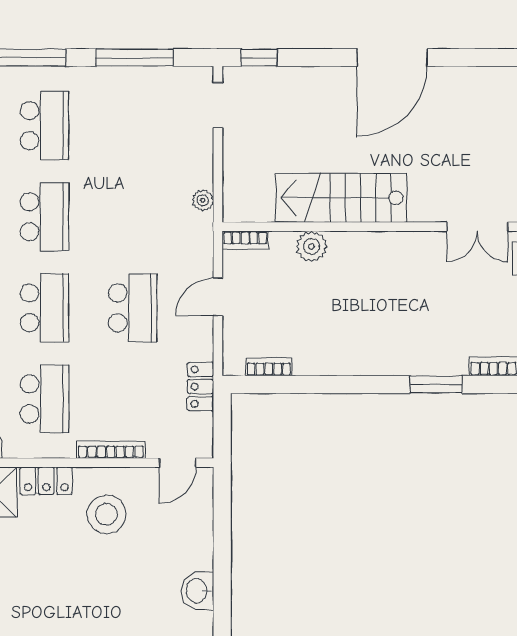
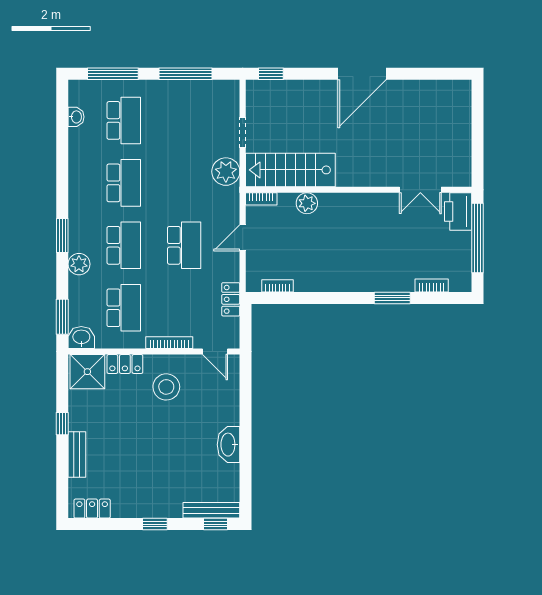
doorway: (218, 105) -> (243, 133), moved
stairs: (341, 198) -> (290, 170), moved
plant: (203, 200) -> (226, 172), width x1.88, depth x1.88
door: (178, 463) -> (215, 352), hinge flipped
washbasin: (197, 591) -> (229, 445), width x1.38

